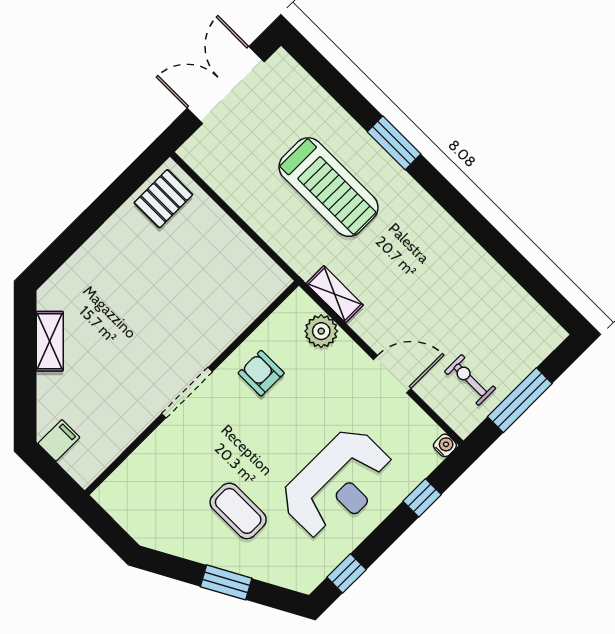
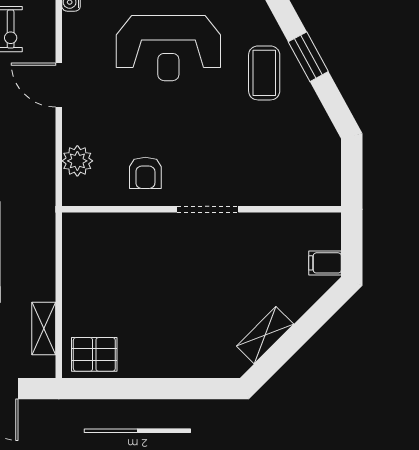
shelving: (335, 294) -> (44, 328), moved
reception desk: (338, 484) -> (168, 48), turned 180
coffee table: (238, 511) -> (264, 73), moved

